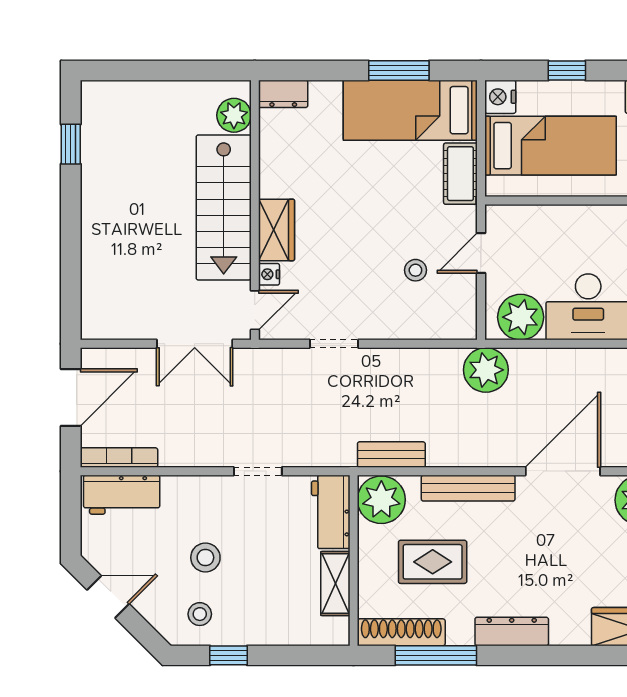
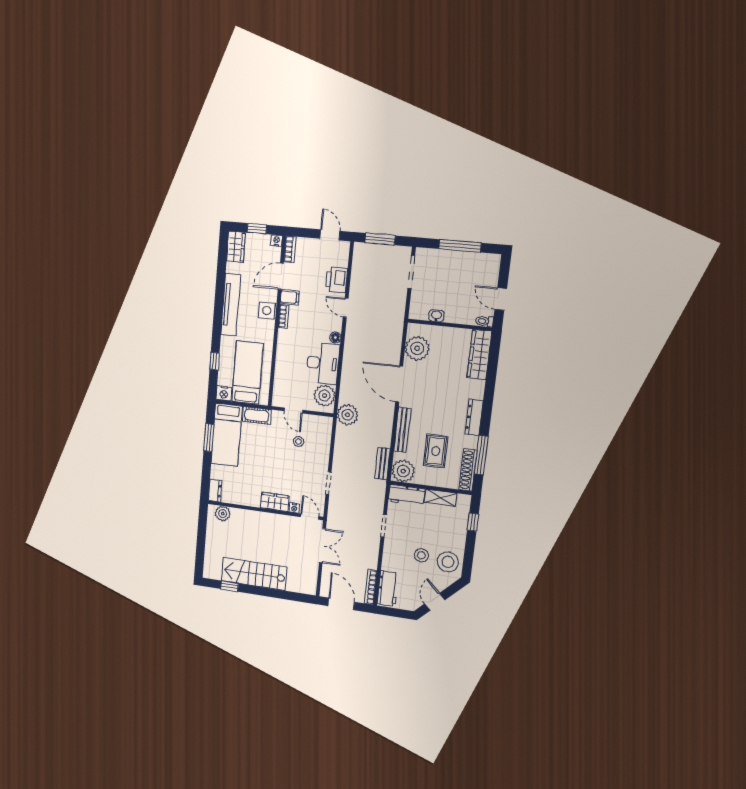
stairs: (224, 207) -> (254, 574), moved, turned 180
stool: (200, 614) -> (448, 562), width x1.89, depth x1.89
window: (229, 655) -> (473, 522), moved

